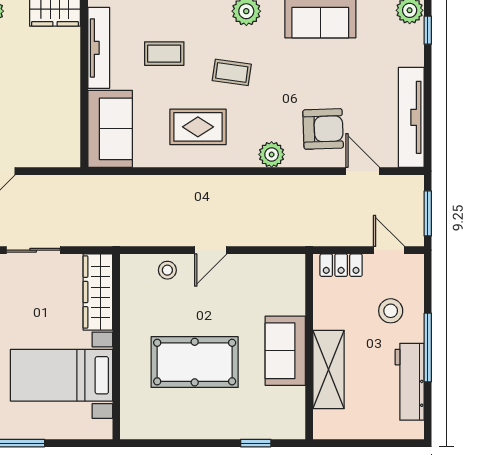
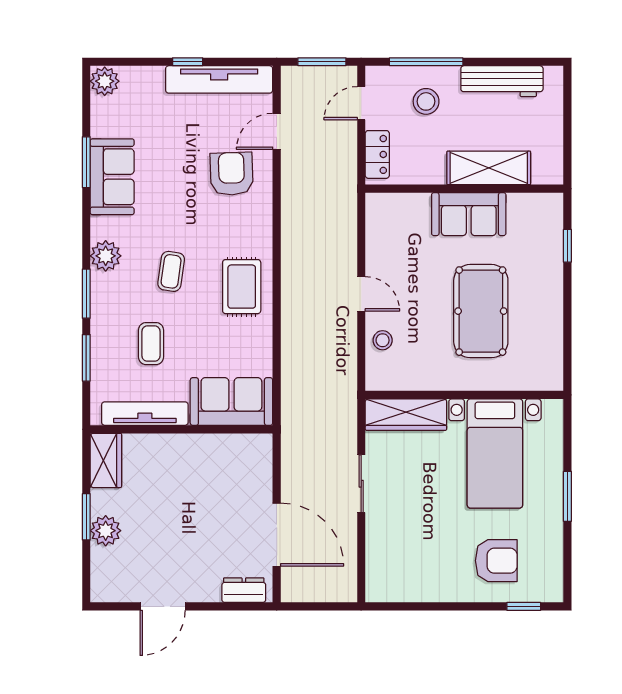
window: (428, 30) -> (188, 62), moved
rug: (198, 127) -> (242, 287), moved
plant: (272, 154) -> (259, 229), removed
window: (428, 347) -> (426, 62), moved

